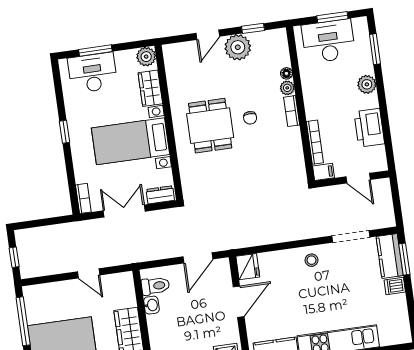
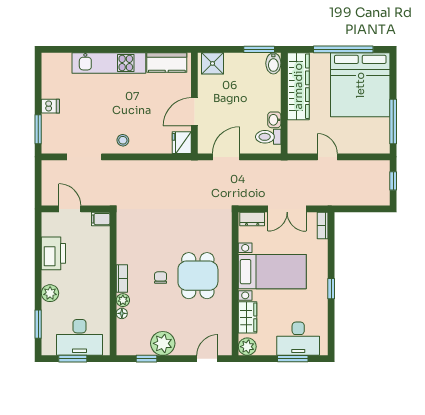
door: (208, 35) -> (207, 359), moved
bookcase: (315, 142) -> (105, 247), removed
kitchen counter: (390, 256) -> (51, 134), removed

